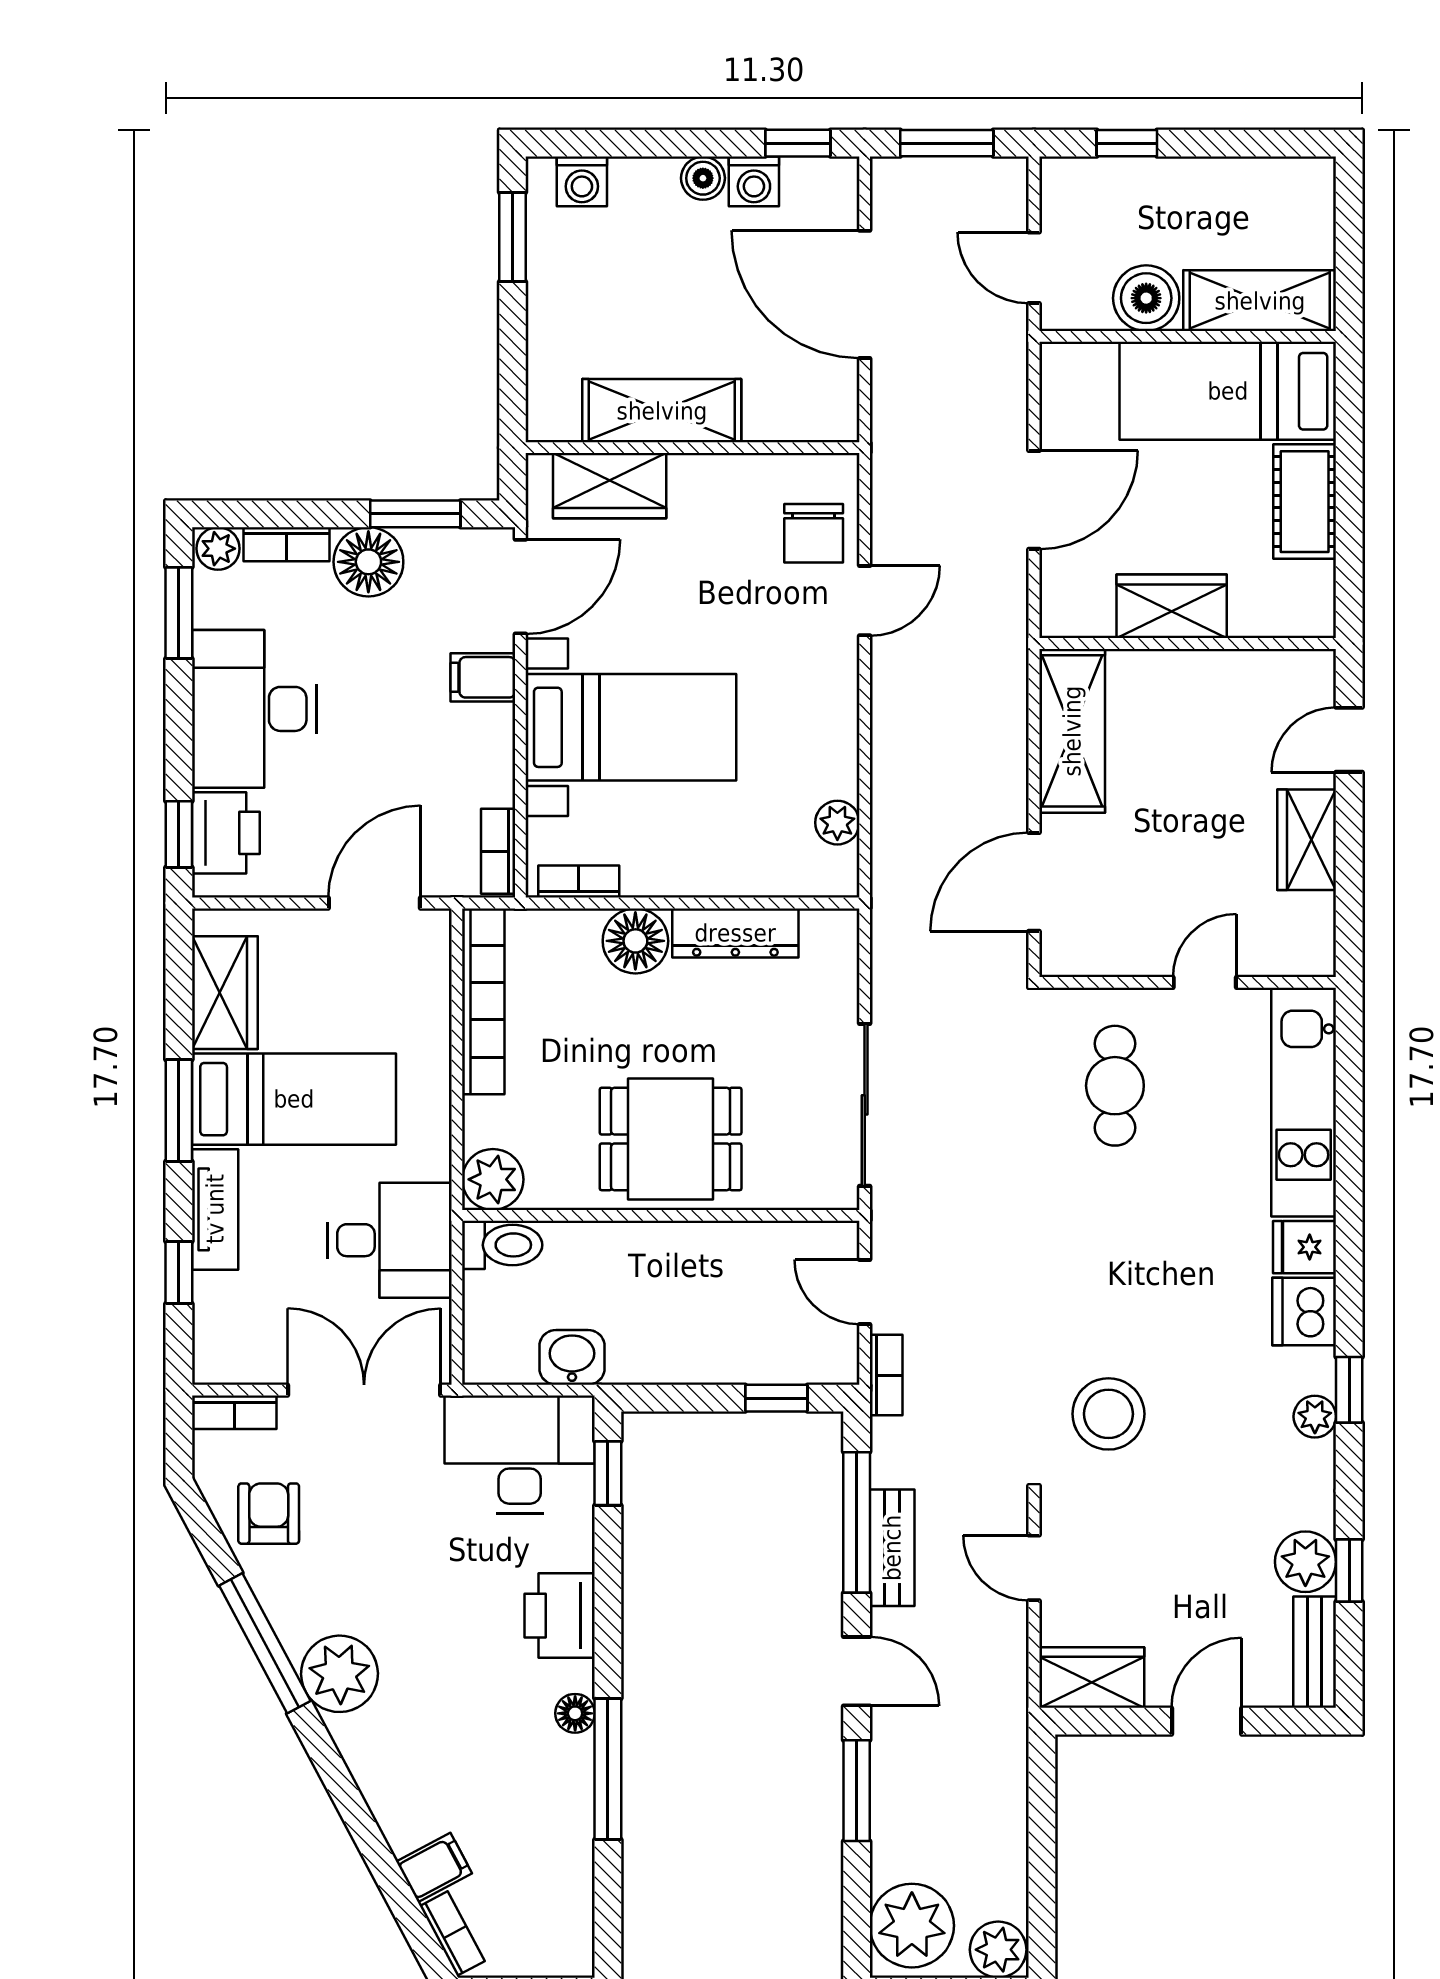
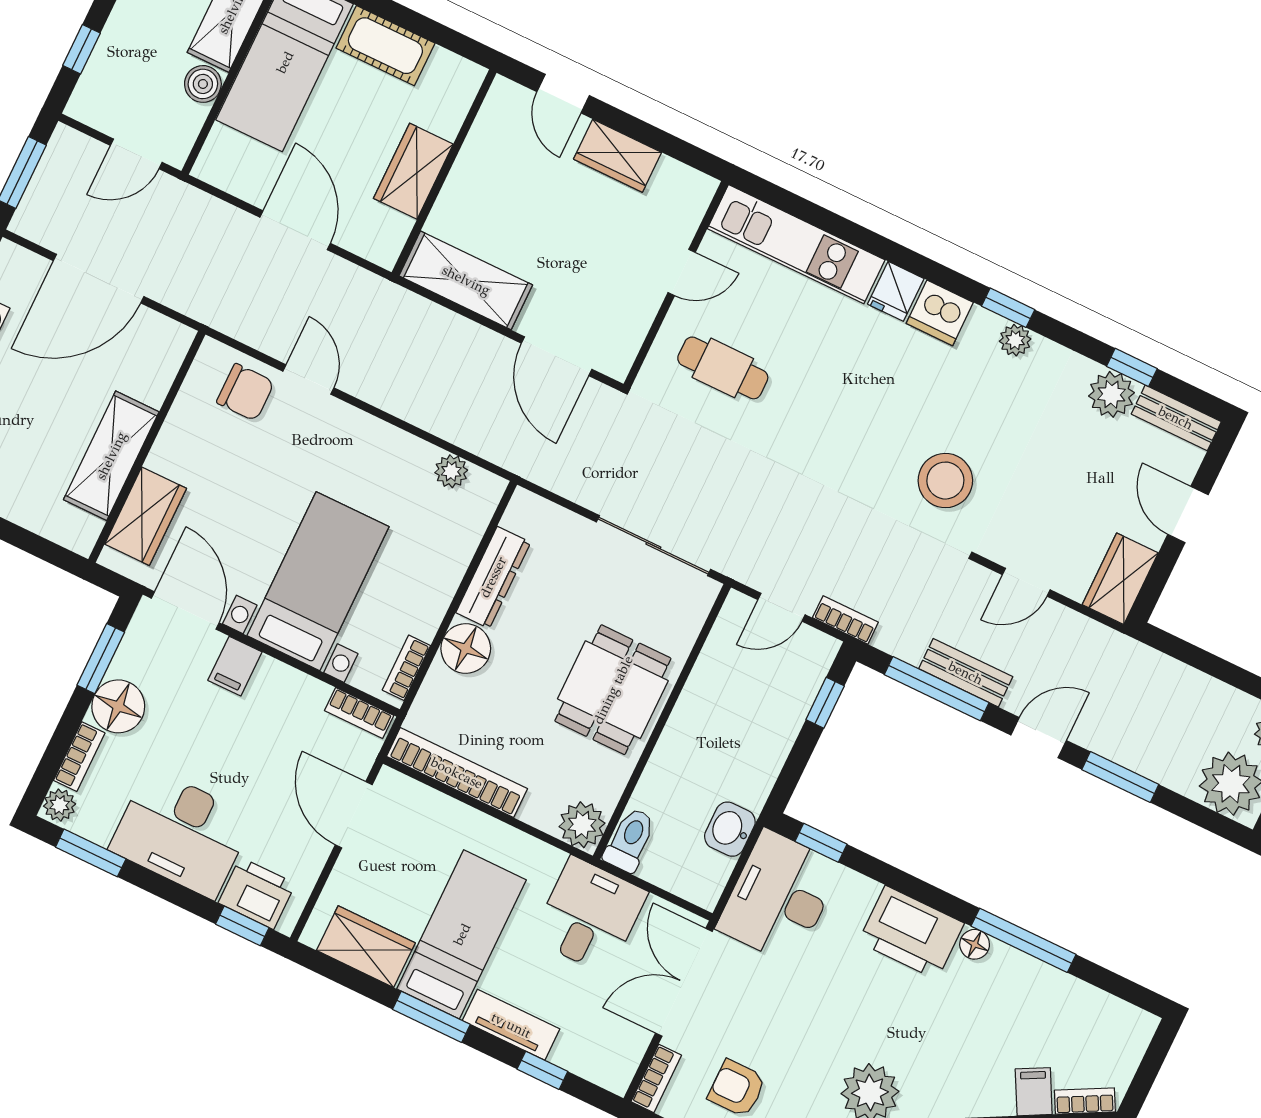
boiler: (1146, 298) -> (203, 84), width x0.73, depth x0.73
door: (1205, 982) -> (682, 272), swing flipped
printer: (560, 1616) -> (911, 933), width x1.37, depth x1.19

